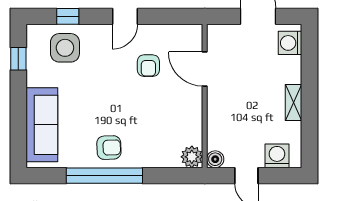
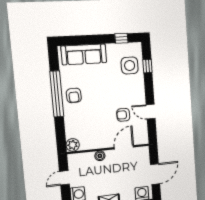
door: (125, 16) -> (151, 112), moved
boiler: (215, 159) -> (100, 156), moved

